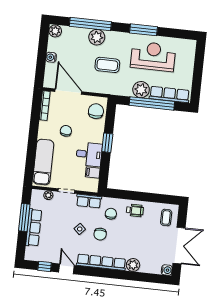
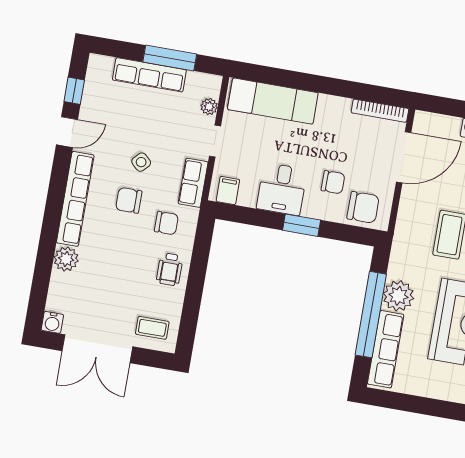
chair: (66, 131) -> (333, 182), moved
filing cabinet: (93, 172) -> (228, 190), moved

